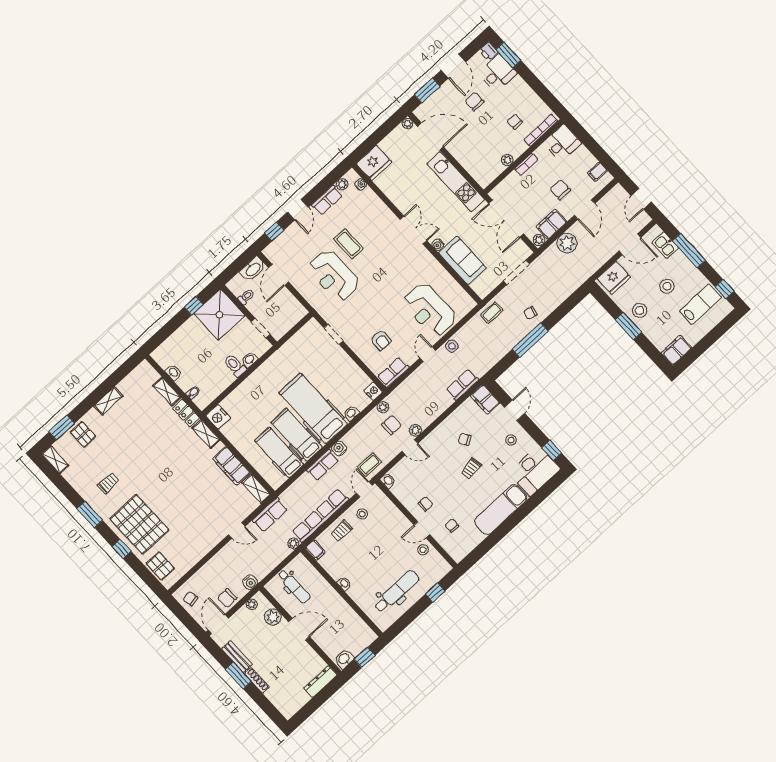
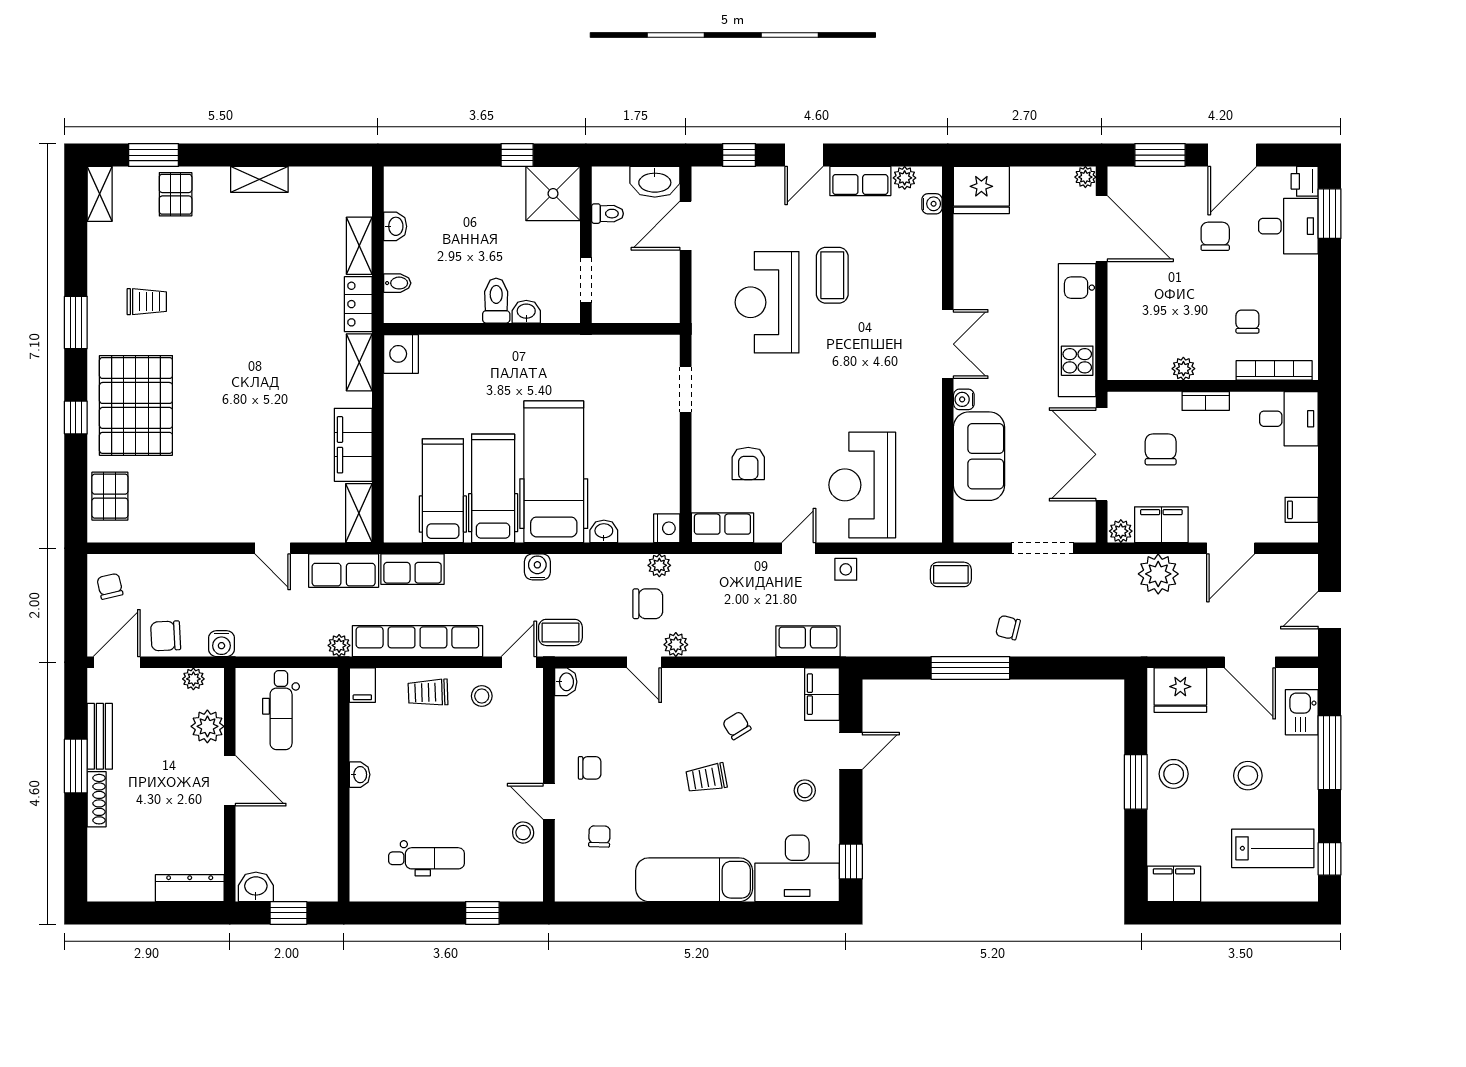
chair: (560, 190) -> (1161, 449), moved
shower: (219, 315) -> (553, 194), width x0.73, depth x0.73
row of seats: (323, 465) -> (413, 569), moved
dental chair: (396, 591) -> (427, 858), width x0.73, depth x0.72

